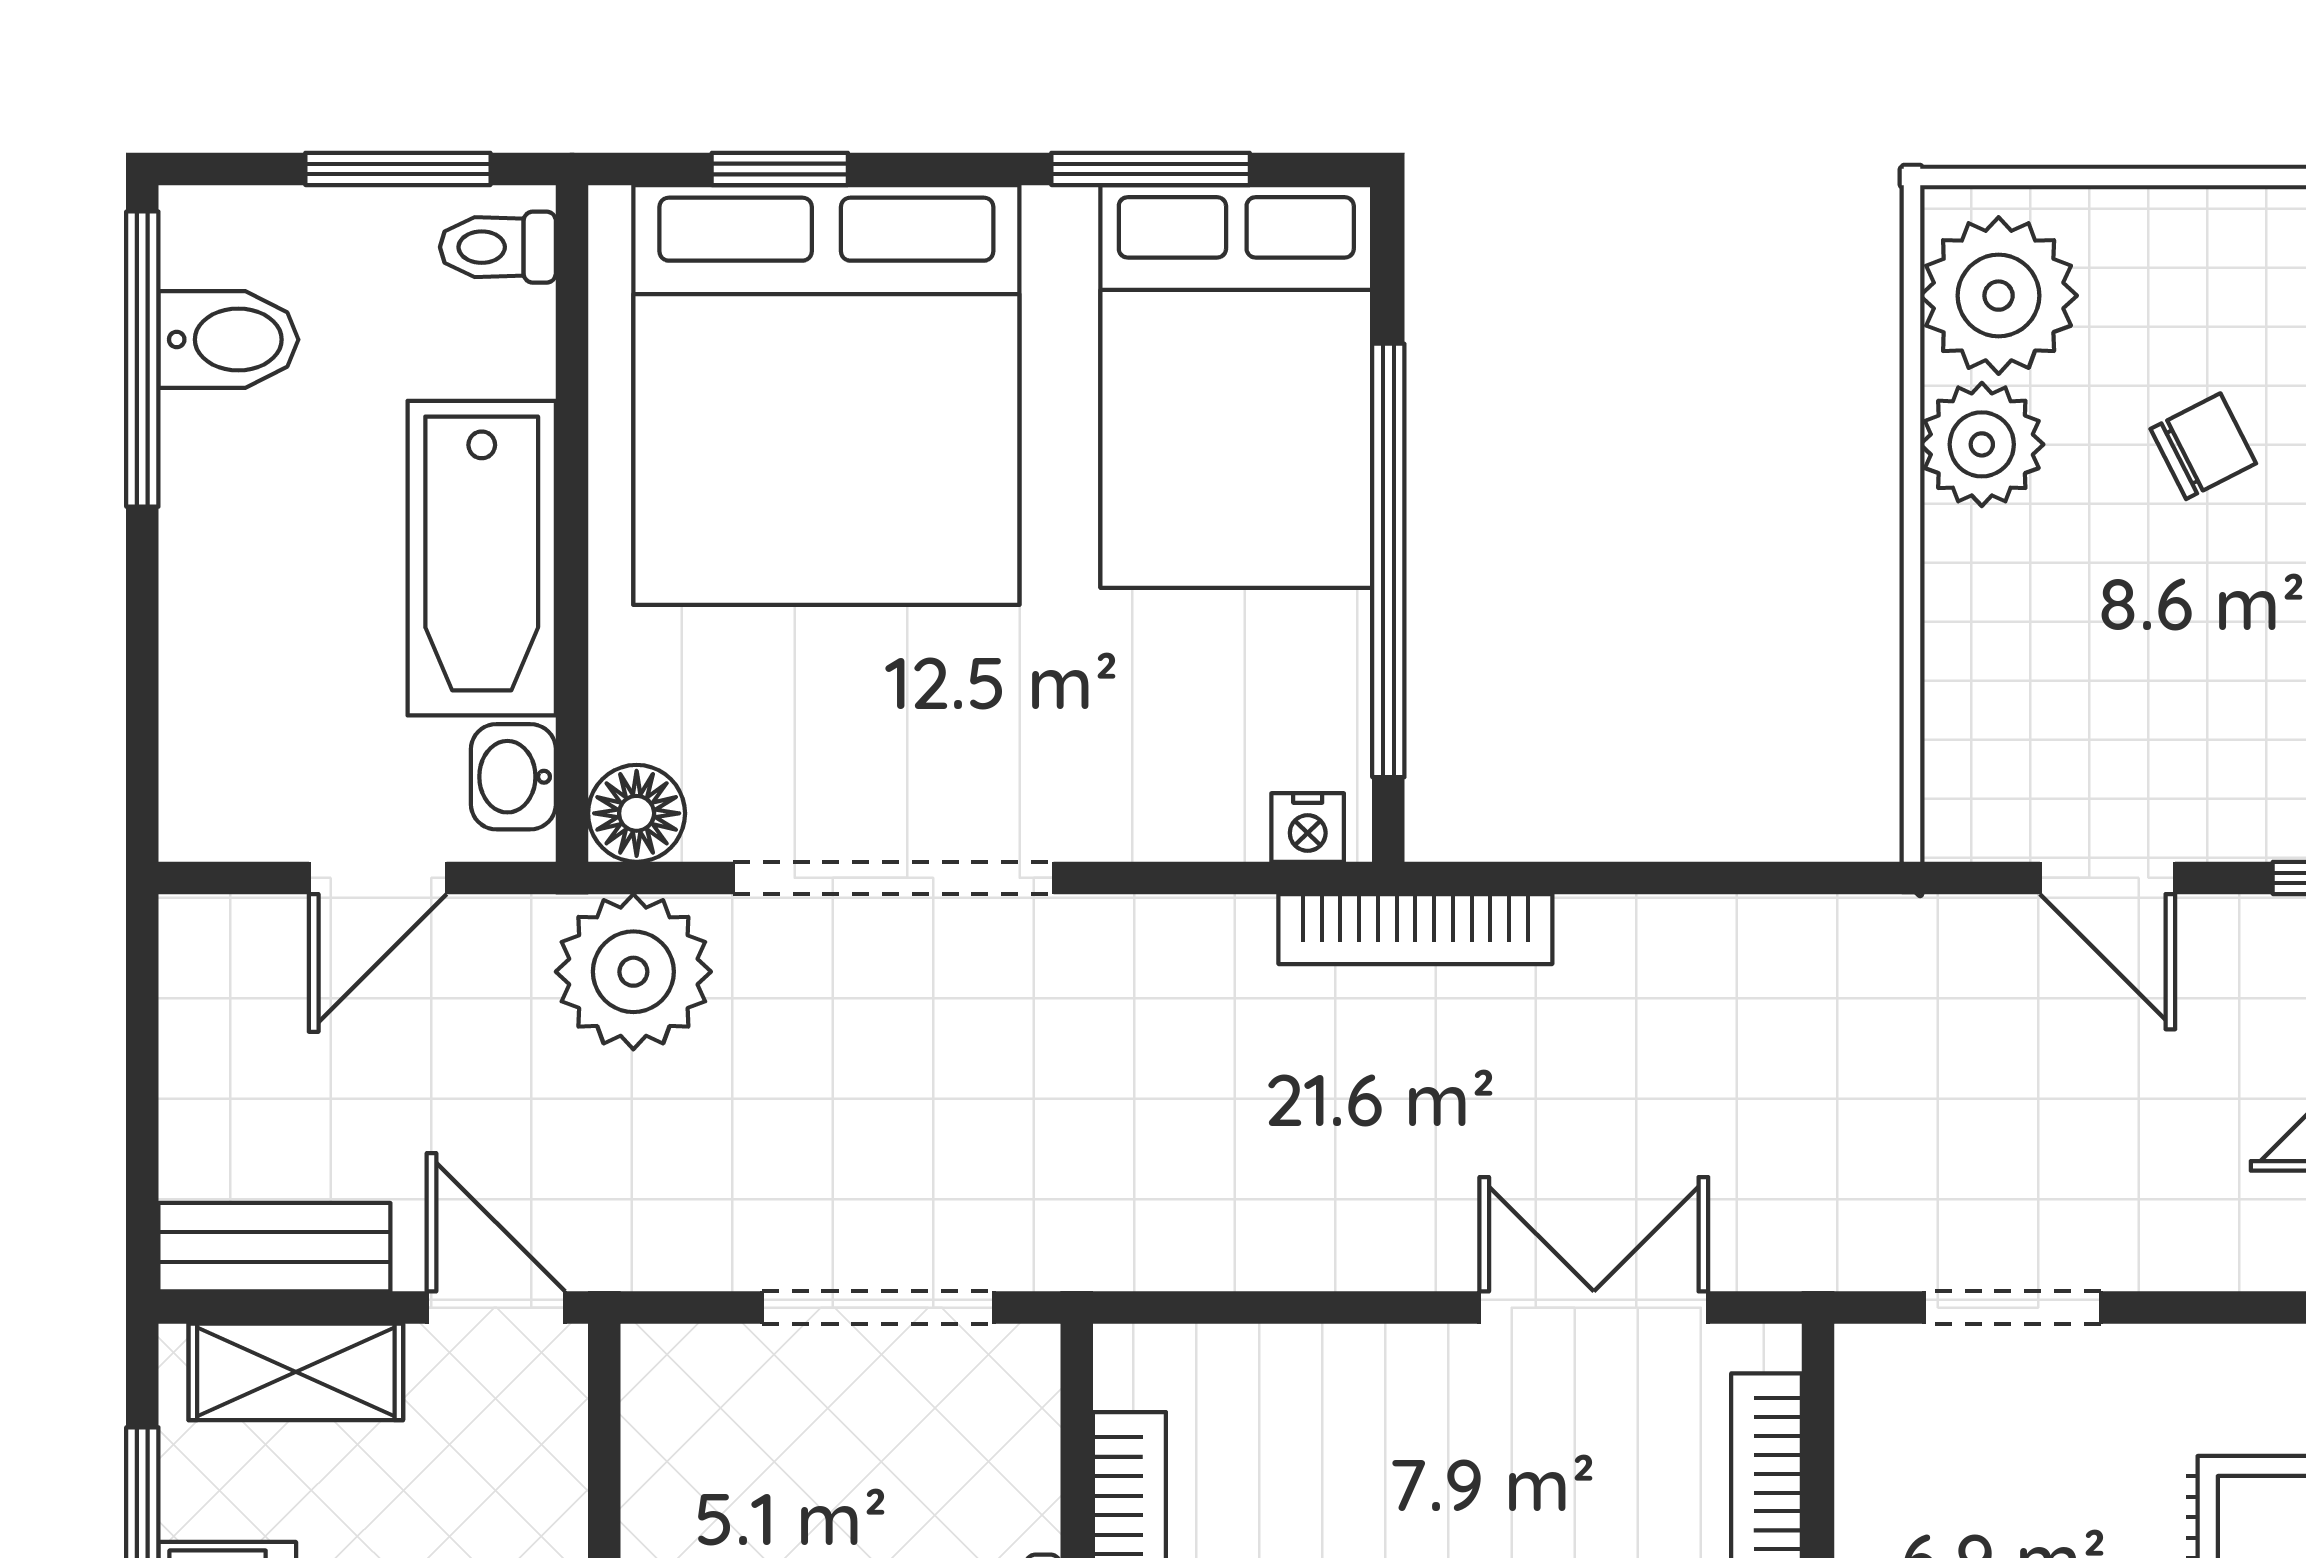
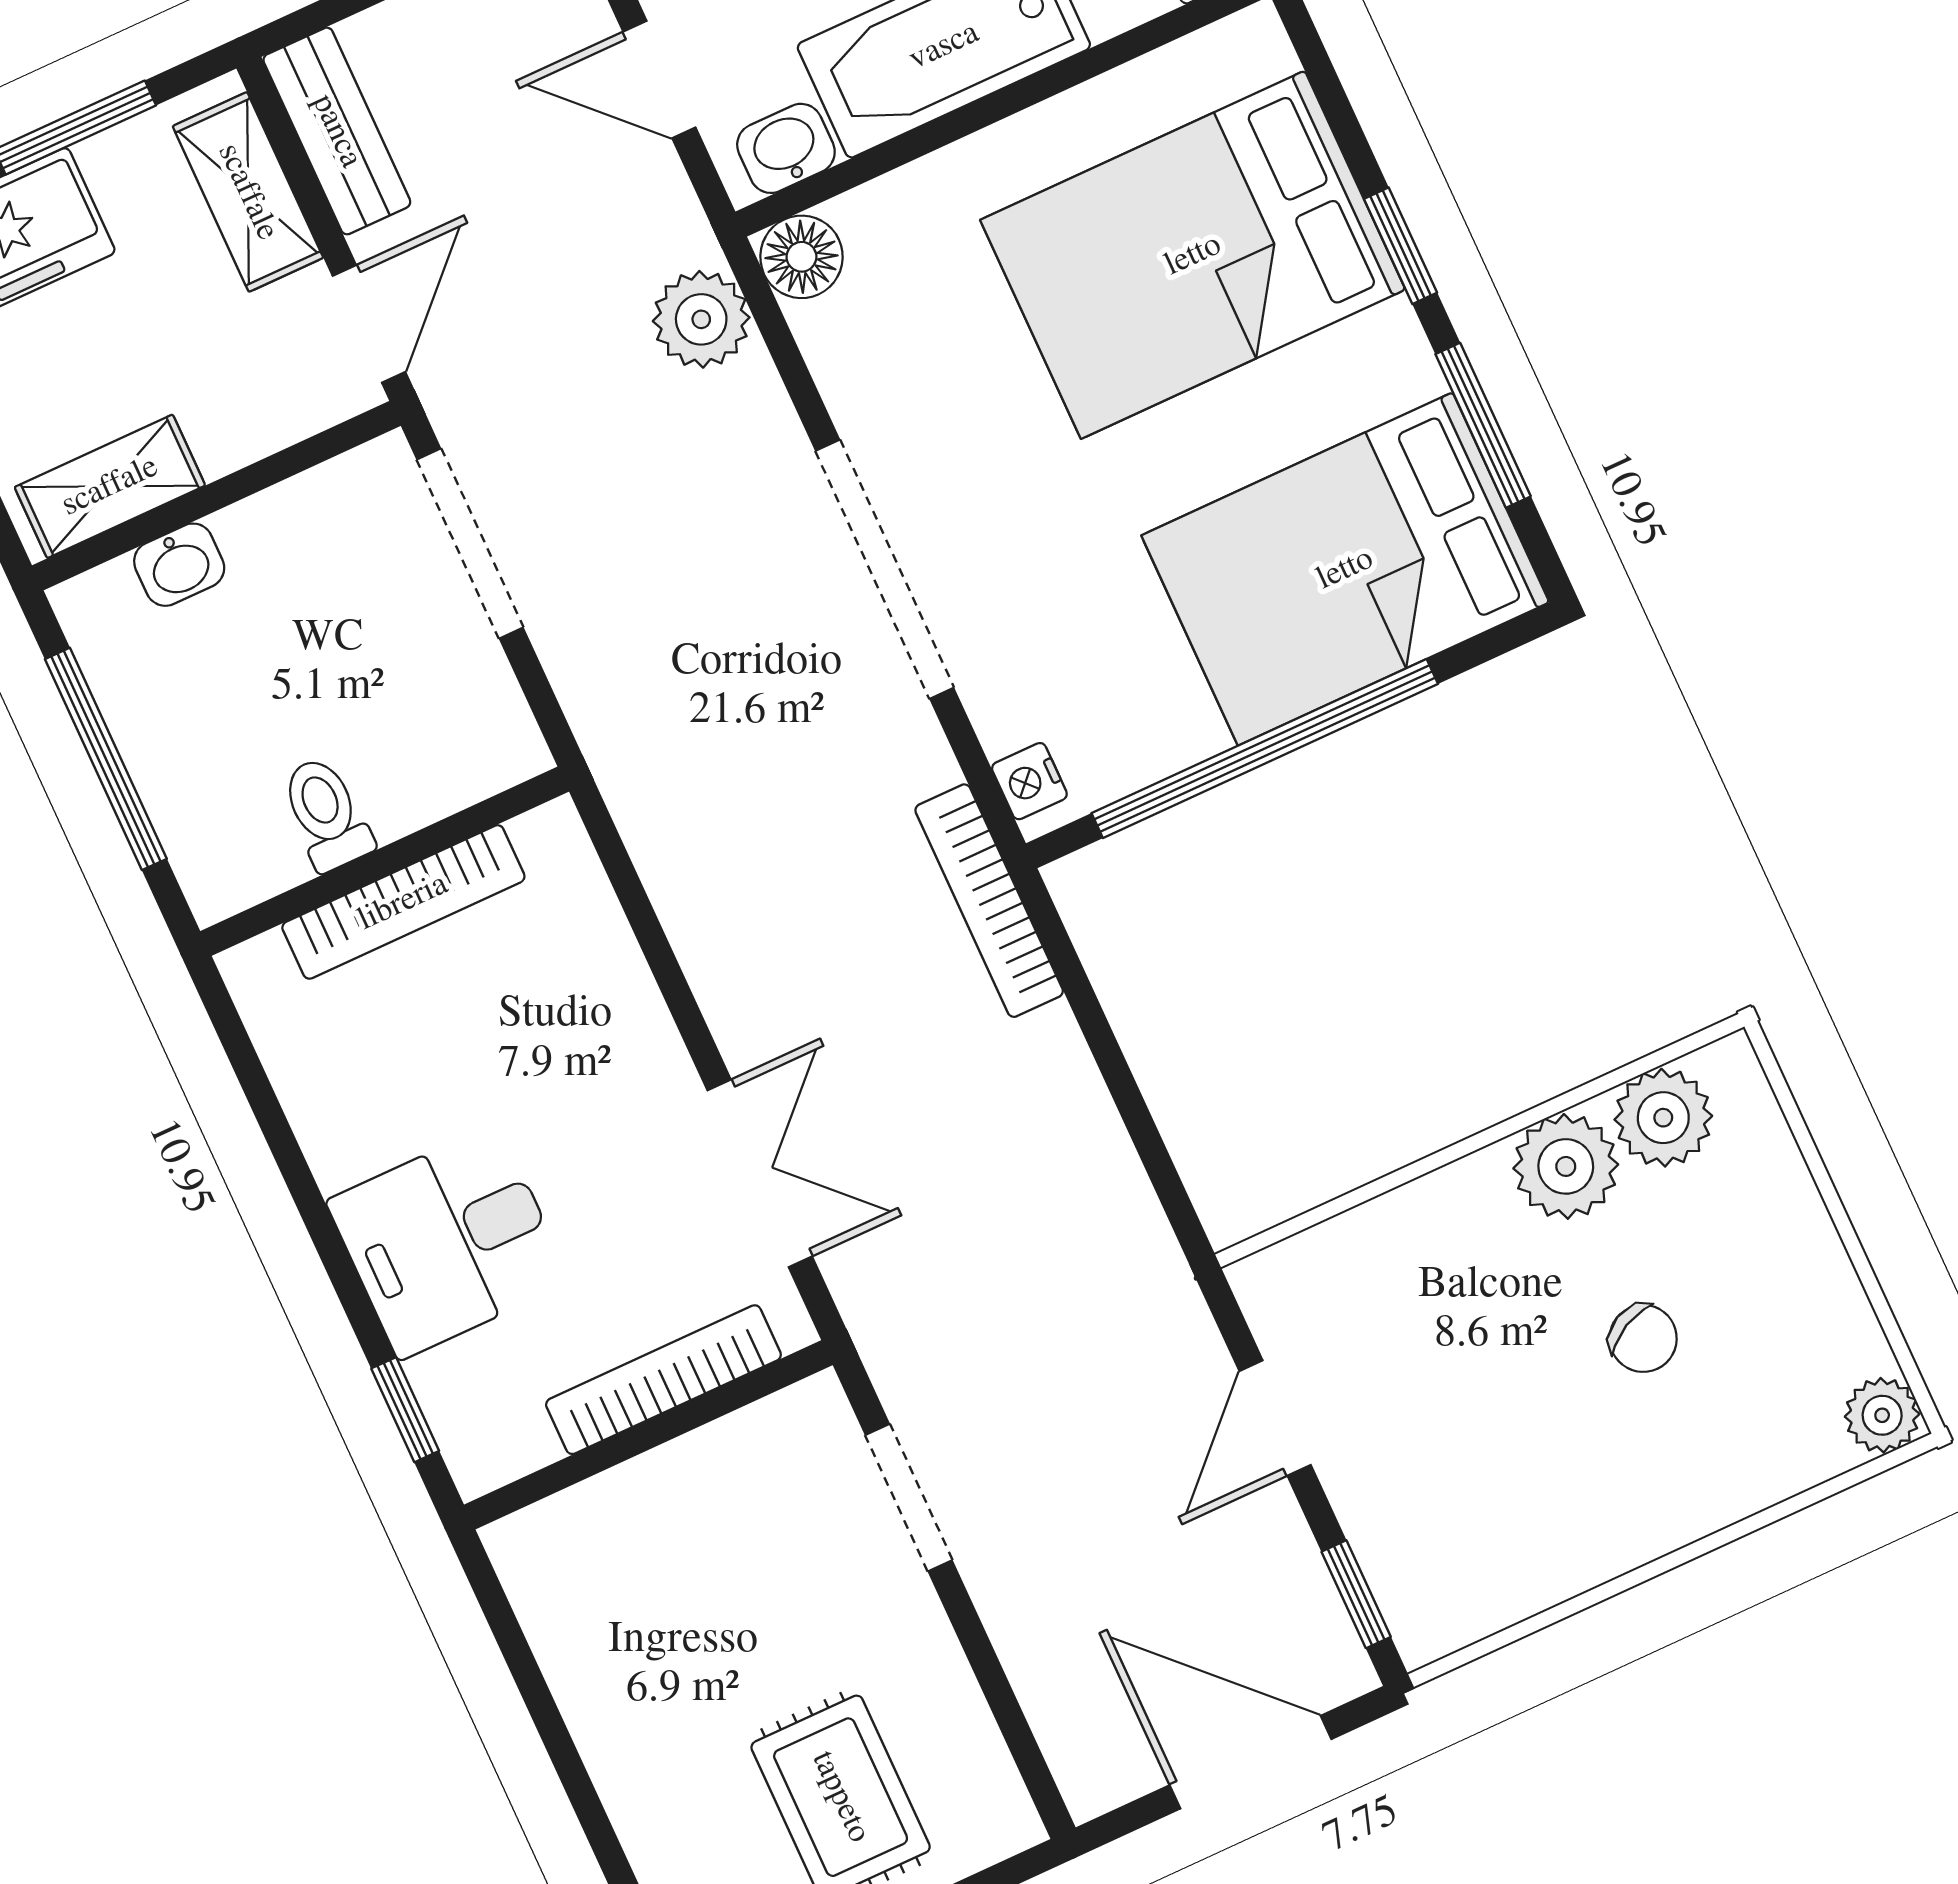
window: (780, 169) -> (1401, 246), moved
plant: (1999, 296) -> (1663, 1118), width x0.73, depth x0.73
bed: (826, 395) -> (1193, 255), width x0.73
doorway: (893, 878) -> (885, 569), moved
plant: (633, 972) -> (701, 319), width x0.73, depth x0.73
doorway: (878, 1308) -> (470, 543), moved

